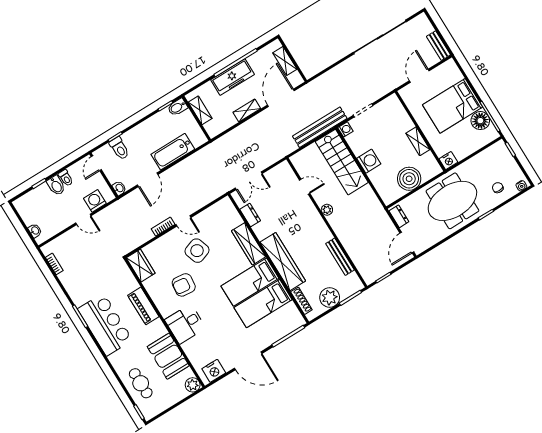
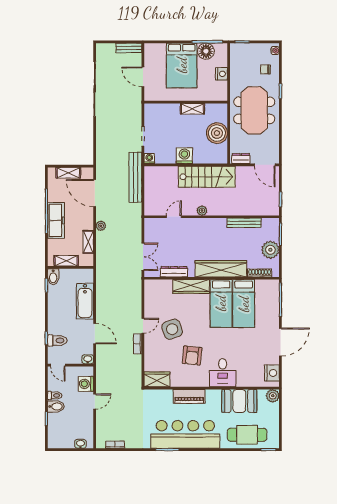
shelving: (247, 110) -> (88, 242), moved
plant: (254, 123) -> (101, 226), added
nightstand: (448, 161) -> (221, 74), moved
stairs: (342, 162) -> (207, 177), moved
dresser: (250, 215) -> (174, 272), width x1.44
bar counter: (105, 325) -> (185, 434), width x1.36
cafe table: (141, 383) -> (247, 435), width x1.37, depth x1.35

